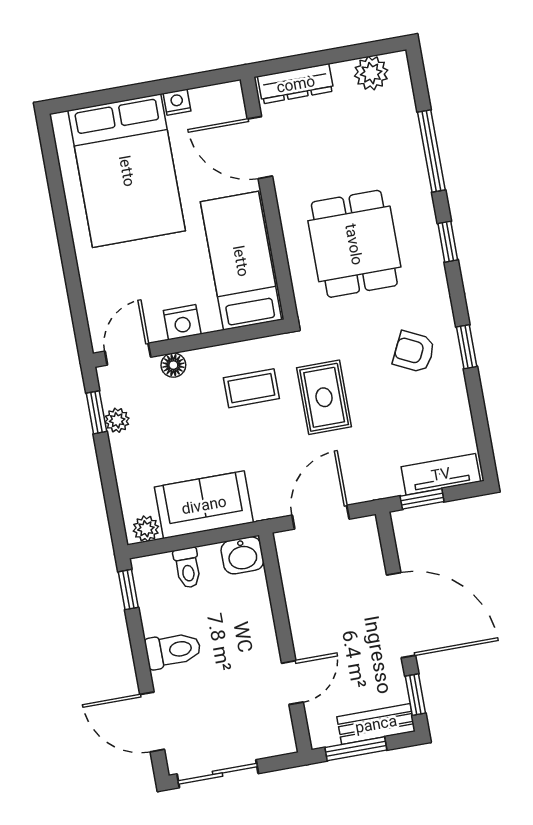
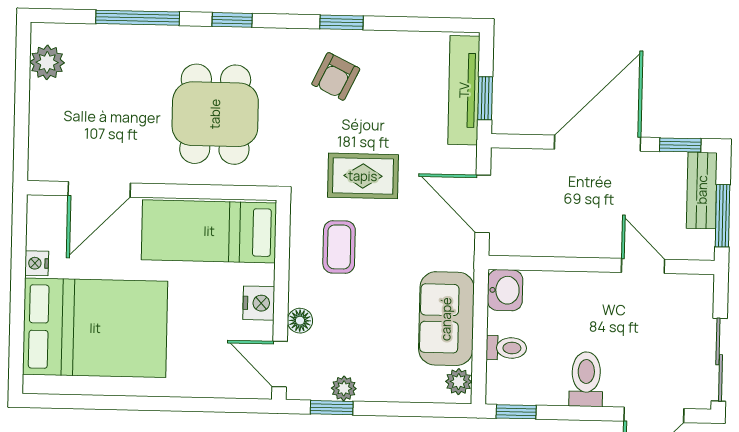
dresser: (296, 84) -> (42, 140), removed
dining table: (354, 244) -> (215, 114), turned 90
tv unit: (441, 474) -> (464, 90), width x1.41

